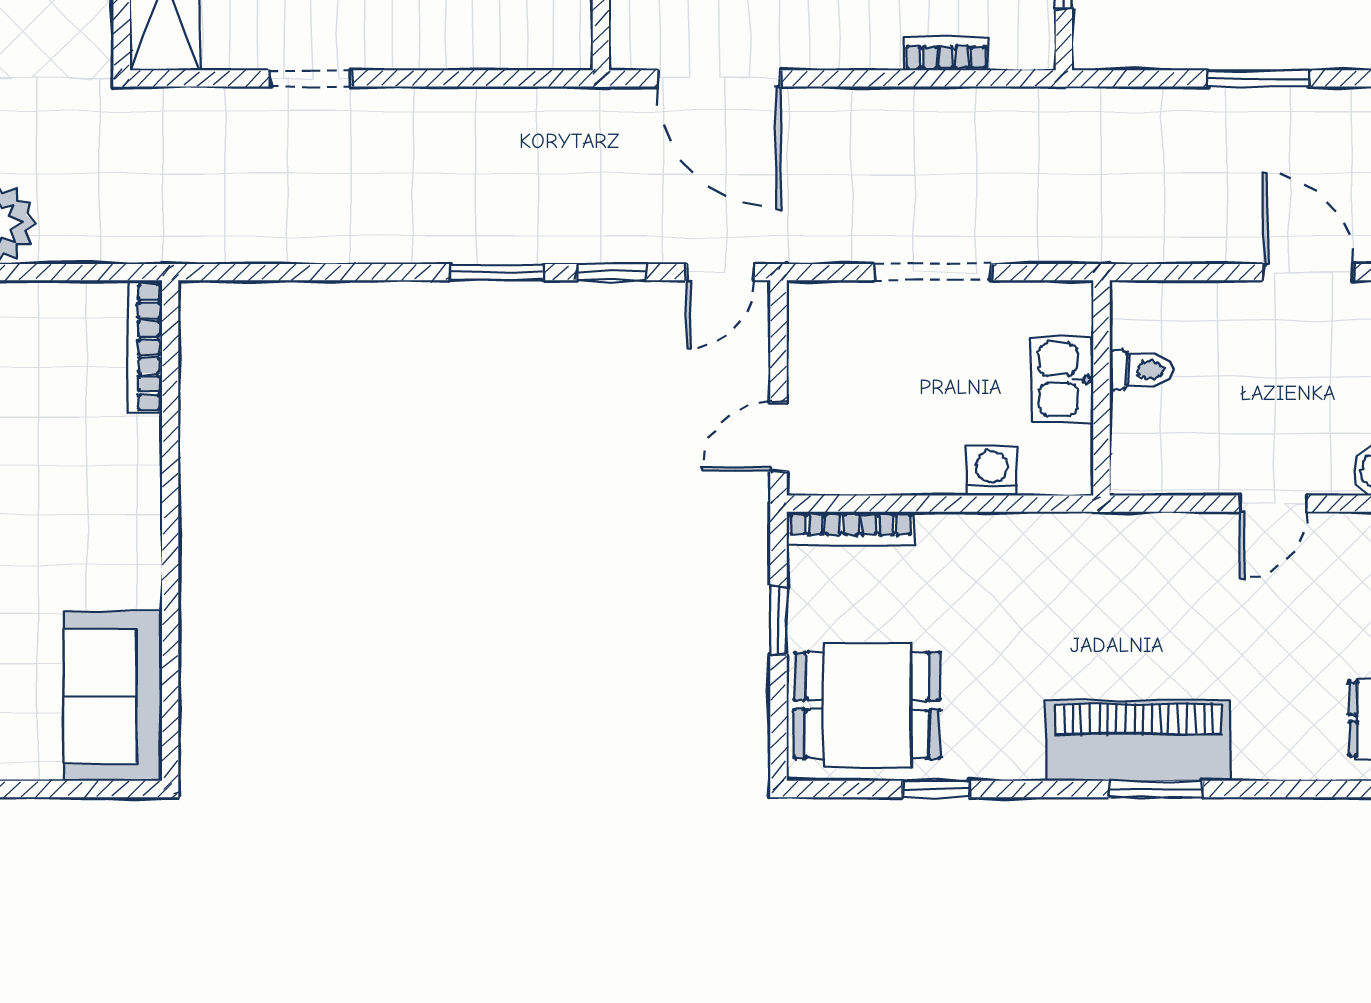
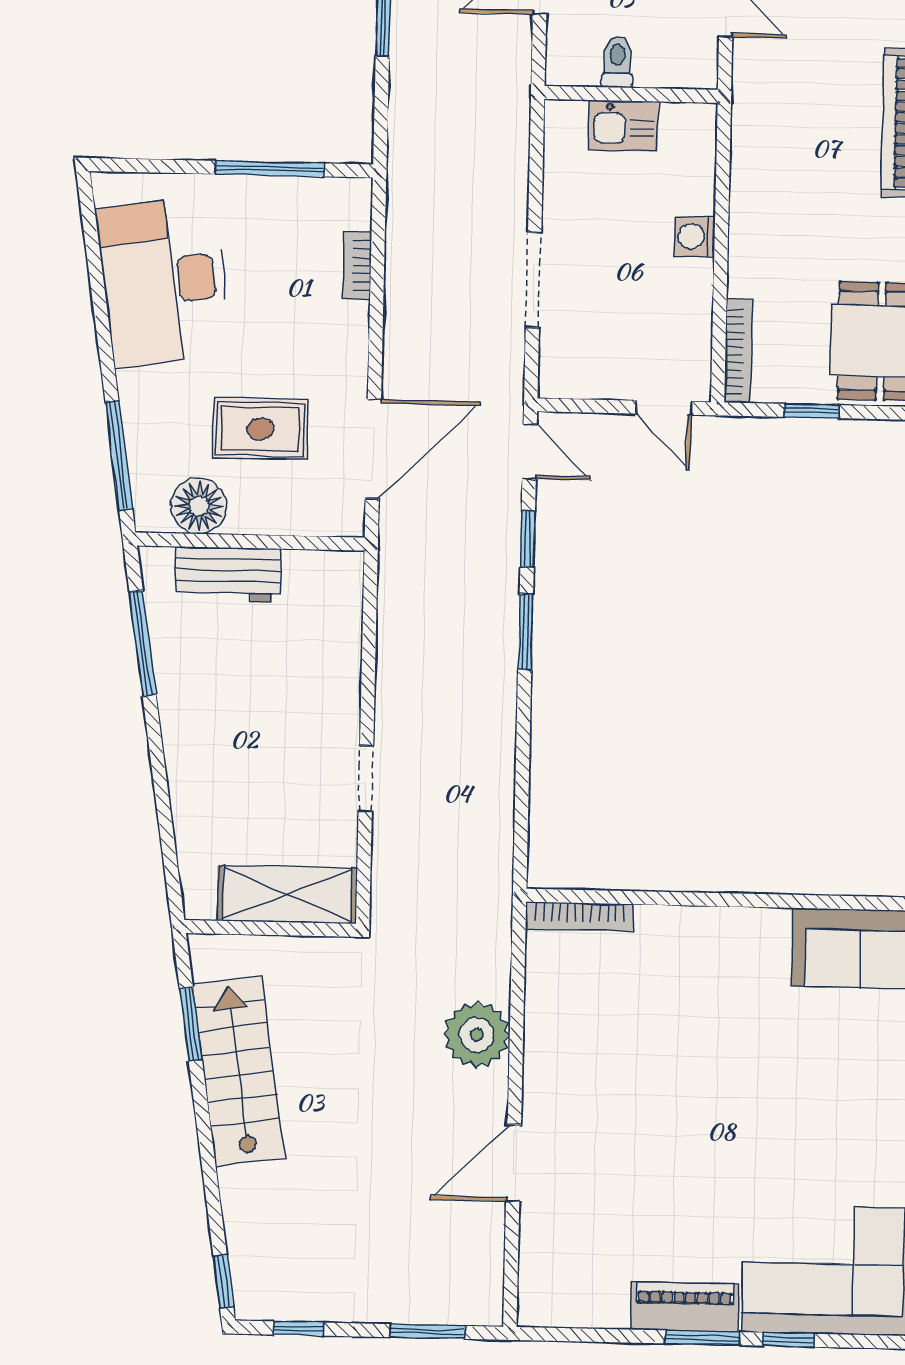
toilet: (1141, 370) -> (617, 62), moved
kitchen sink: (1062, 379) -> (623, 126), moved
wall: (1102, 388) -> (631, 94), moved

